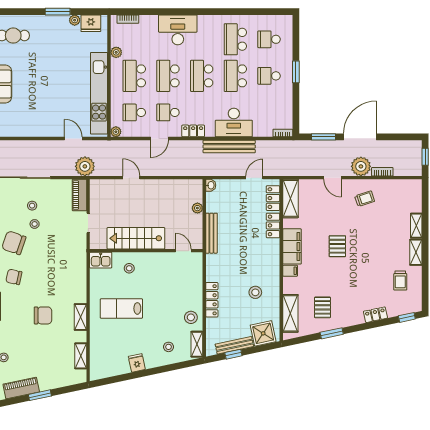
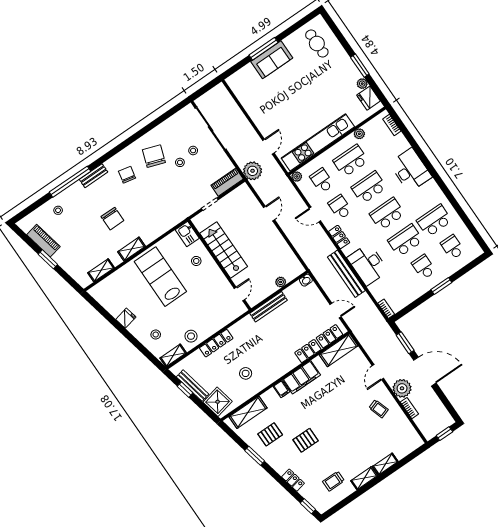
pallet: (337, 246) -> (306, 440), moved
lab bench: (121, 308) -> (160, 277), width x1.36, depth x1.39

